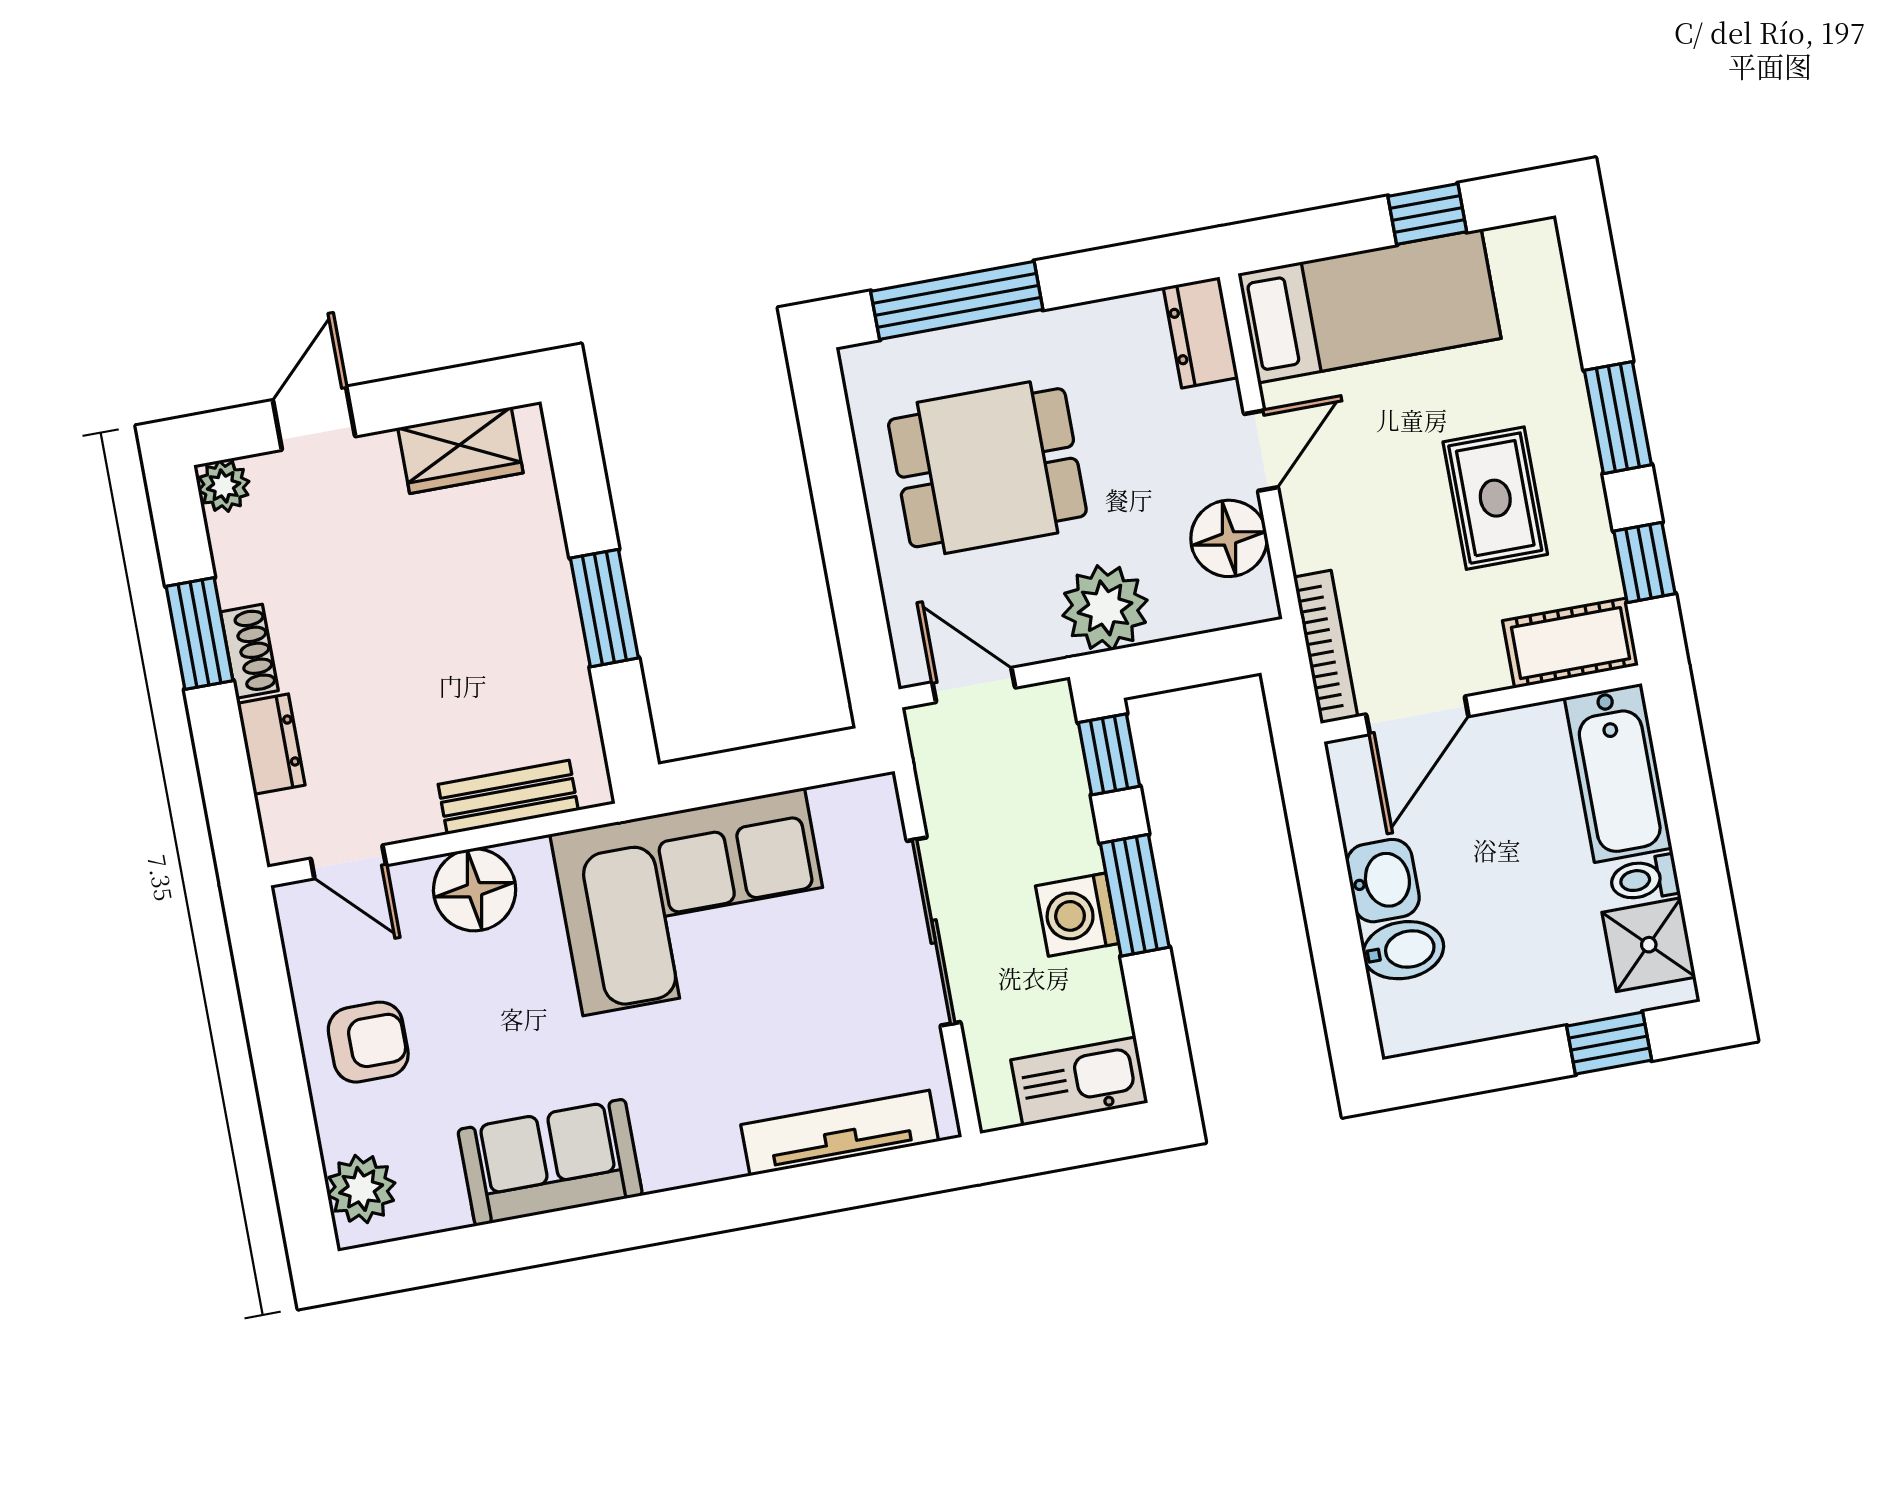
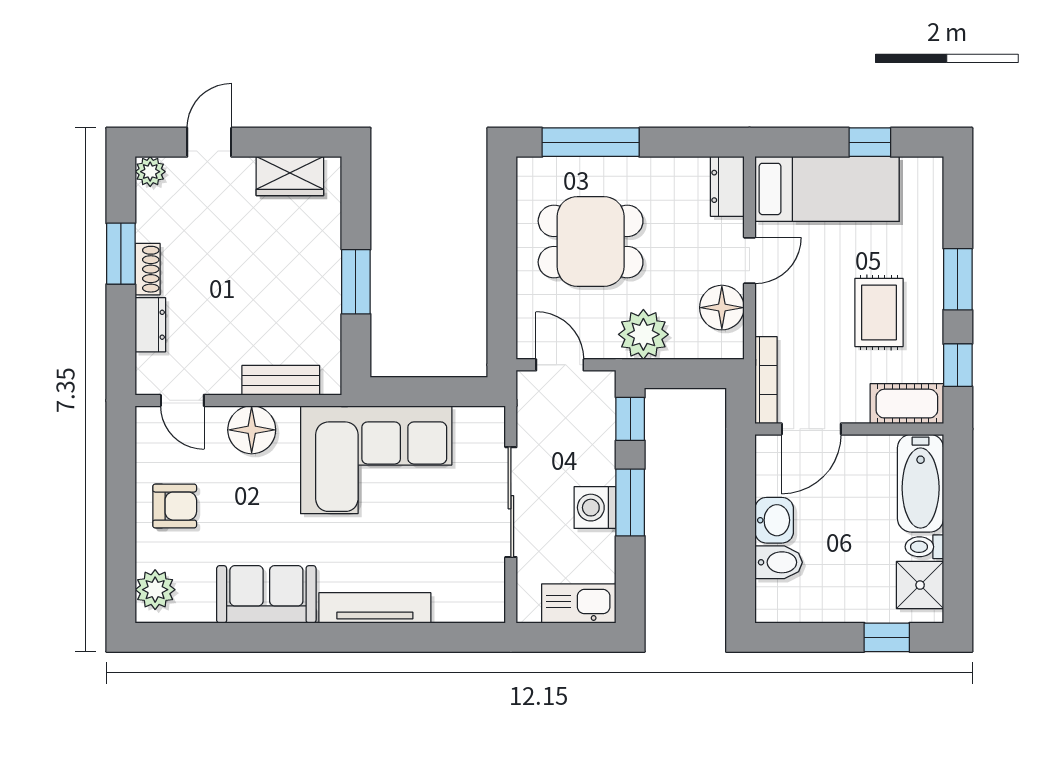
tv unit: (840, 1133) -> (375, 608), moved

